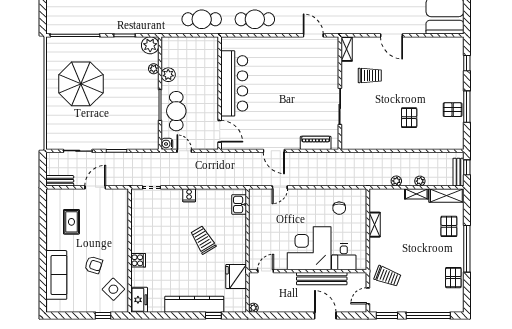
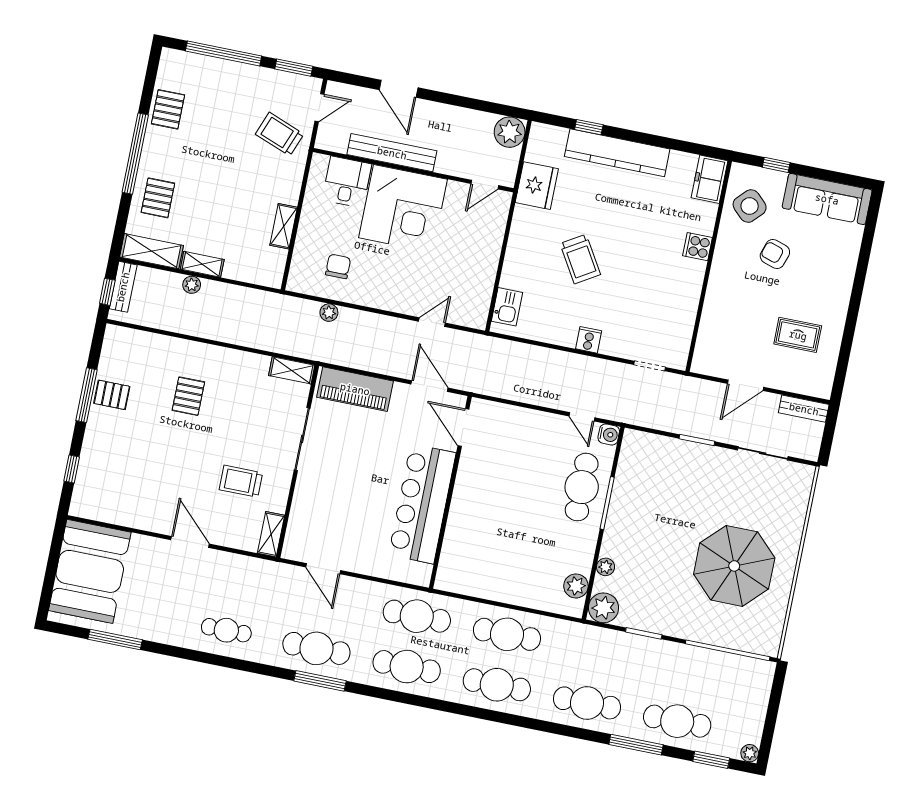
plant: (168, 75) -> (576, 586), moved
bar counter: (234, 83) -> (422, 504), moved
wall: (220, 93) -> (450, 492), moved
door: (220, 131) -> (463, 428), moved
piano: (316, 143) -> (355, 389), width x1.37, depth x1.33
shelving: (354, 144) -> (292, 370), added
plant: (396, 181) -> (329, 313), moved
rug: (71, 222) -> (798, 335), turned 90
sofa: (56, 275) -> (827, 199), moved, turned -90
plant: (253, 308) -> (510, 132), width x1.87, depth x1.87

